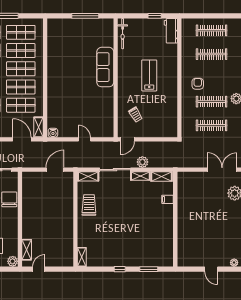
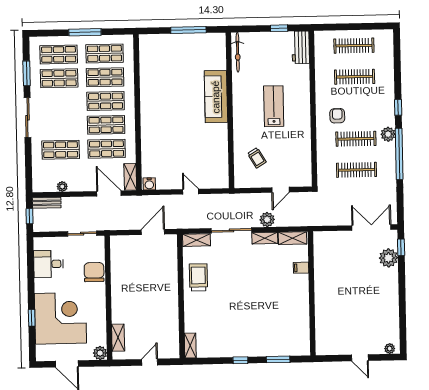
door: (128, 139) -> (280, 190), moved
door: (39, 269) -> (150, 362), moved

